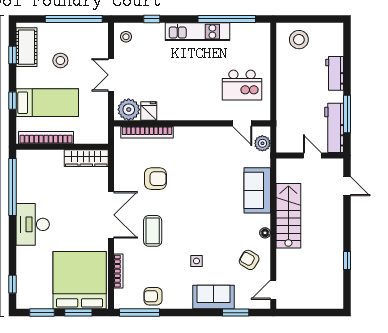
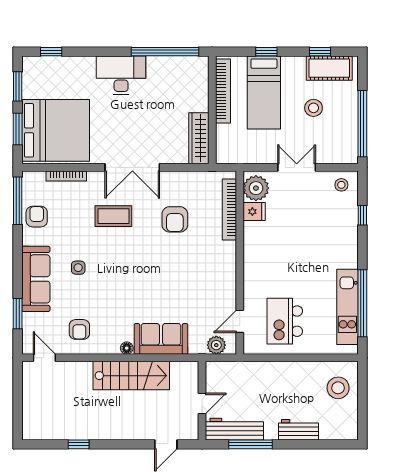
kitchen unit: (198, 32) -> (347, 307), moved
floor lamp: (265, 233) -> (127, 348), moved
armchair: (249, 260) -> (79, 329), turned 149
sofa: (213, 297) -> (36, 279), width x1.36

